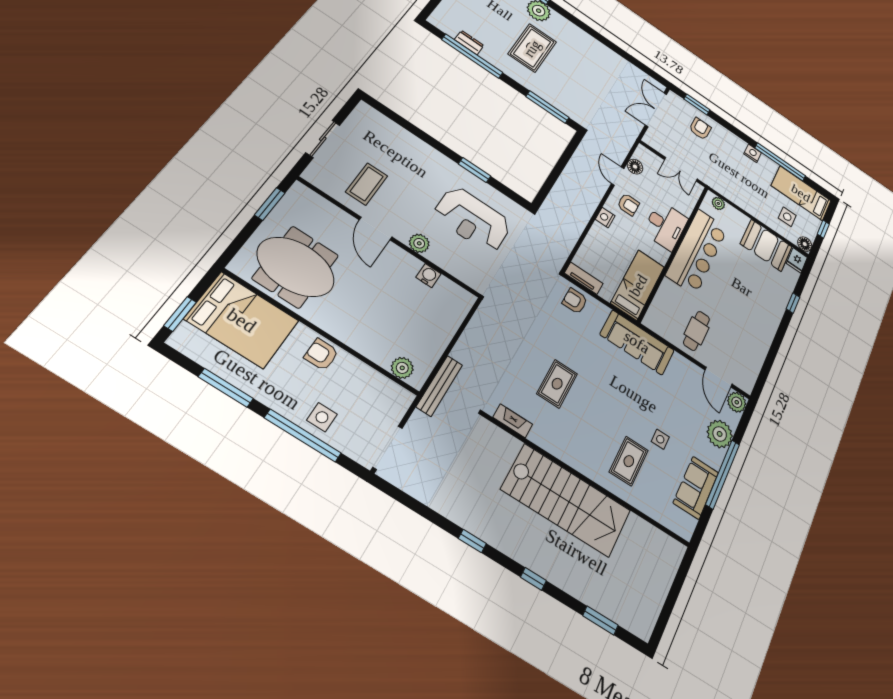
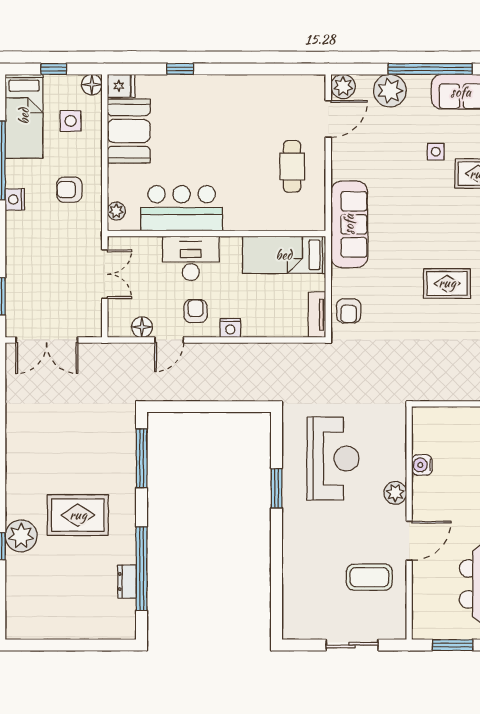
armchair: (700, 129) -> (69, 190), moved
bar counter: (697, 251) -> (182, 208), width x0.73
cafe table: (697, 331) -> (292, 166), turned 90

